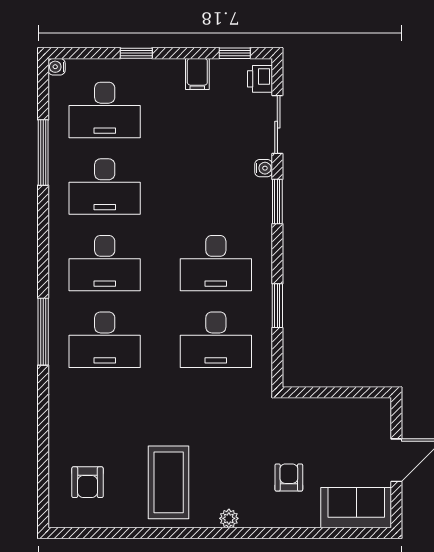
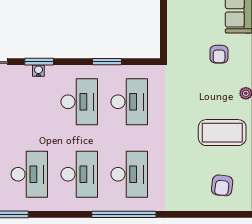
water cooler: (264, 168) -> (38, 71), moved
window: (43, 332) -> (124, 214), width x1.46
armchair: (289, 477) -> (219, 54), turned -90
armchair: (88, 482) -> (222, 185), turned 97

